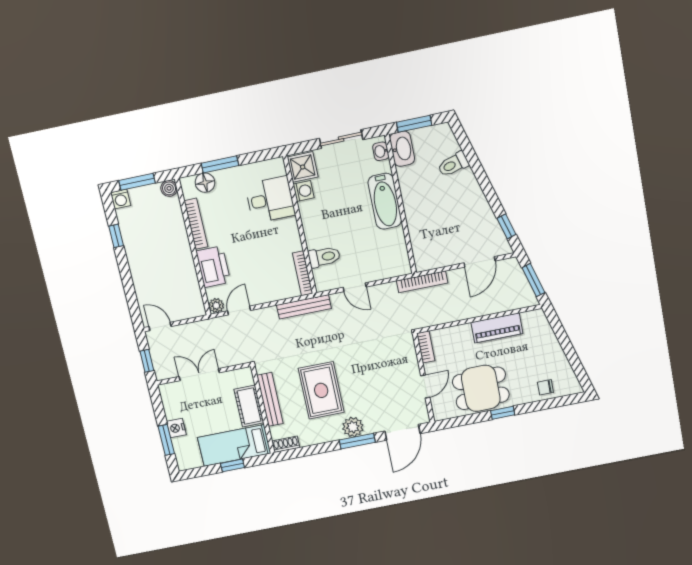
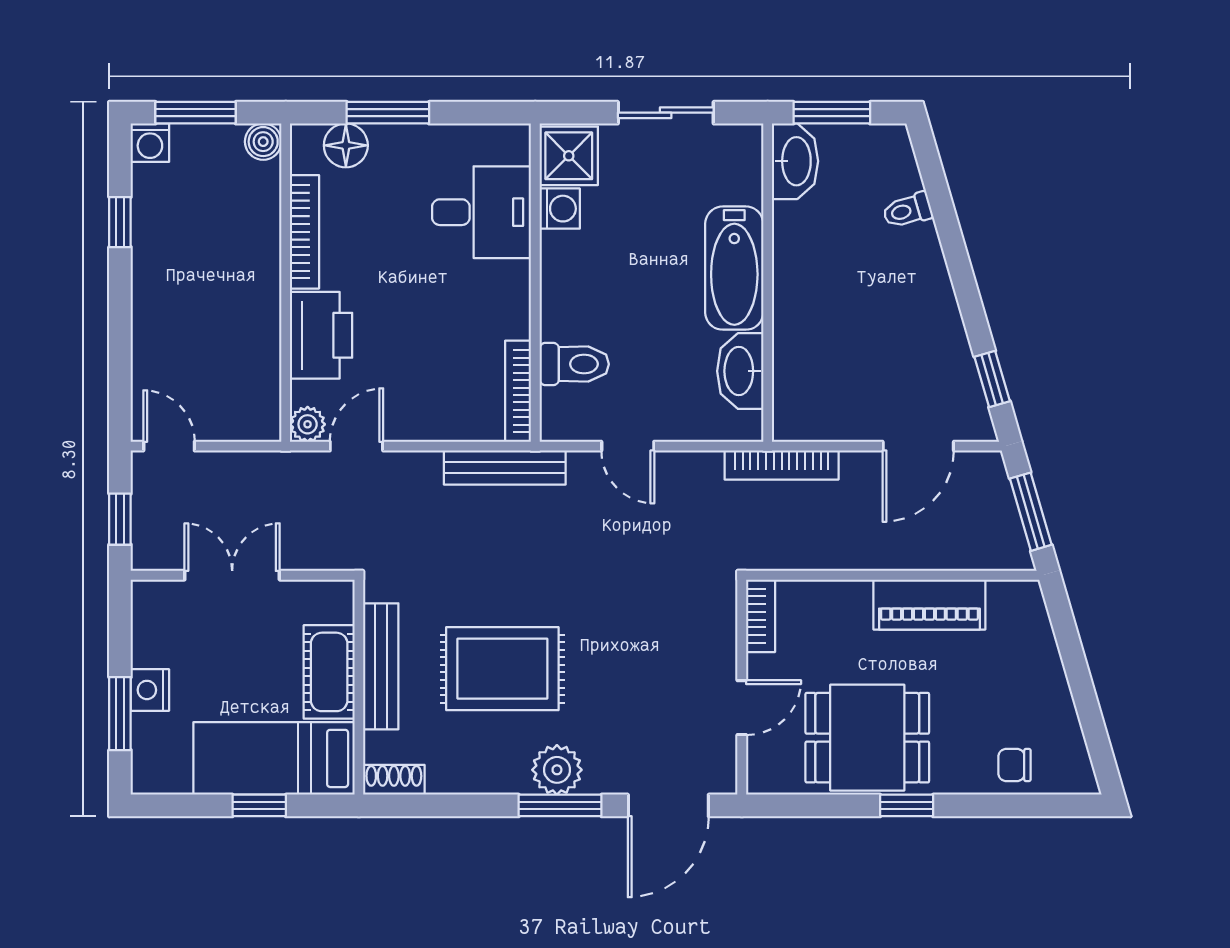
washbasin: (381, 151) -> (740, 371), moved, width x1.91, depth x1.45
toilet: (453, 164) -> (908, 210), width x0.73, depth x0.72
rug: (321, 390) -> (502, 669), turned 90

